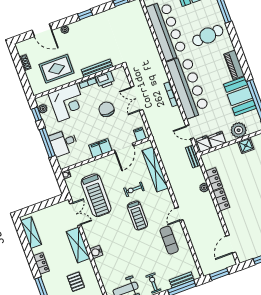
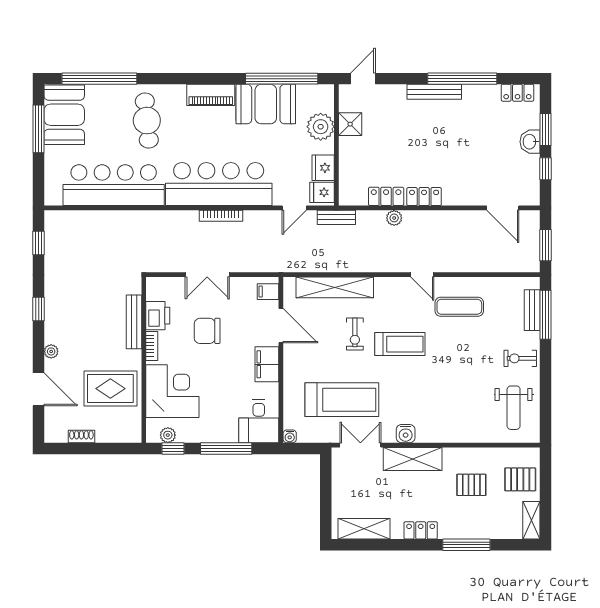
door: (42, 30) -> (39, 389), hinge flipped
rug: (57, 69) -> (110, 389), turned 90
desk: (64, 143) -> (259, 421), moved
water cooler: (96, 252) -> (406, 434), moved

